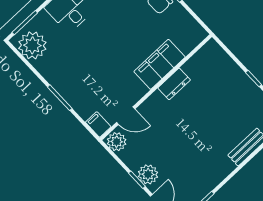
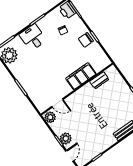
dresser: (174, 84) -> (99, 80), moved
filing cabinet: (98, 124) -> (41, 106), removed

